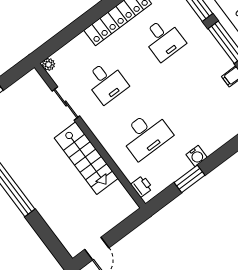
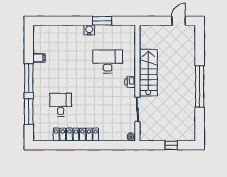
desk: (106, 82) -> (108, 105), removed
printer: (142, 186) -> (130, 82), moved

